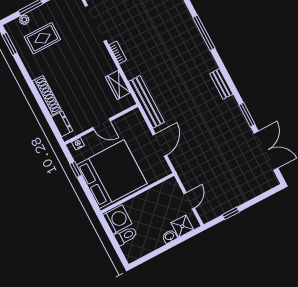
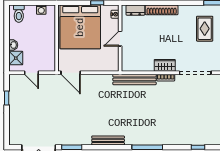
bench: (221, 84) -> (108, 140), width x1.36
wardrobe: (118, 85) -> (165, 65), moved
bench: (146, 102) -> (135, 79), moved
door: (160, 145) -> (71, 73), moved
washing machine: (117, 219) -> (41, 10), width x0.53, depth x0.53
toilet: (126, 236) -> (19, 14), moved

